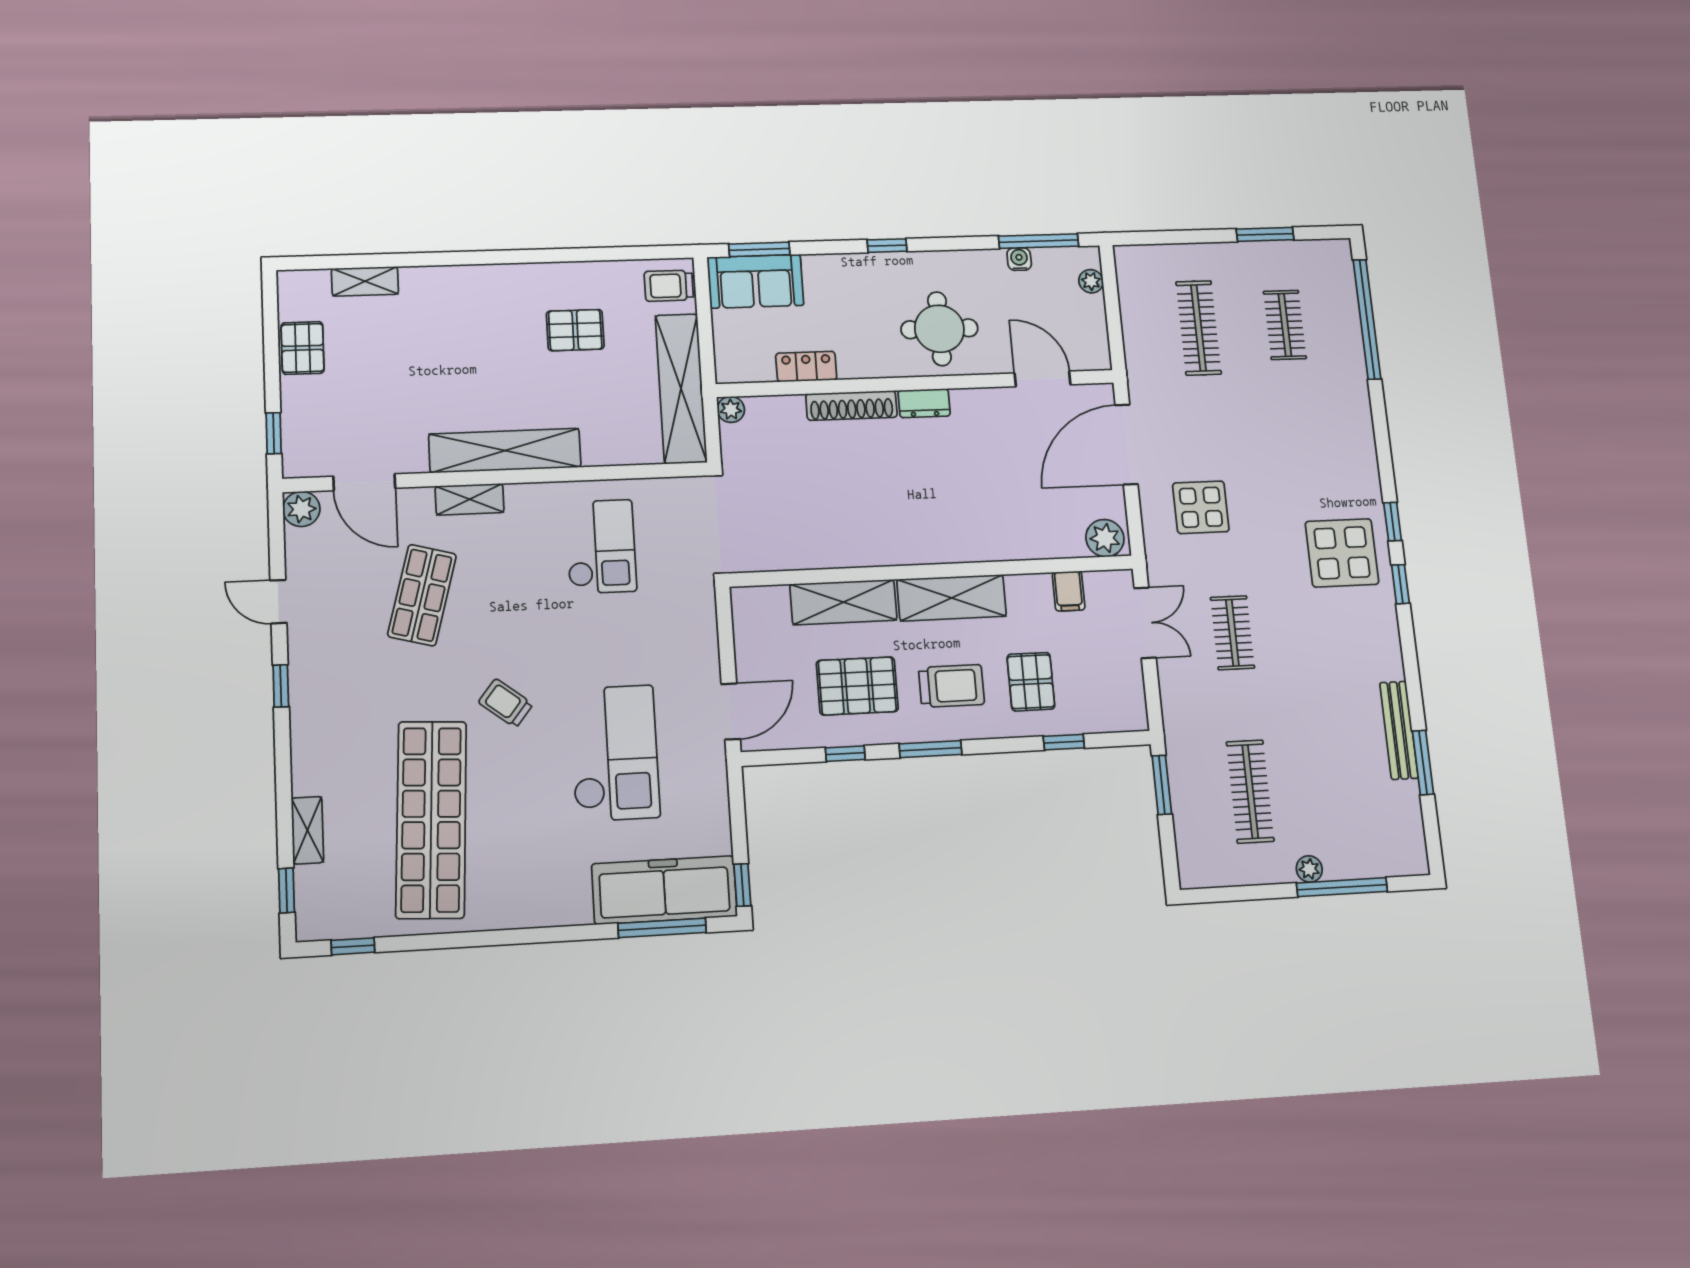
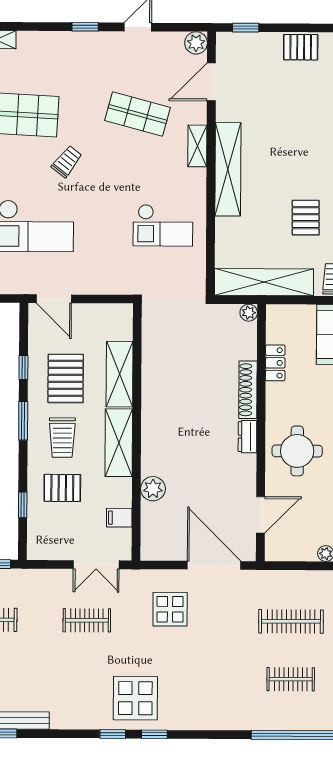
plant: (1105, 538) -> (153, 489), moved

